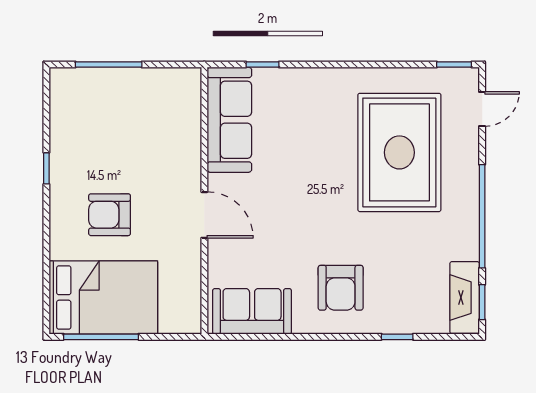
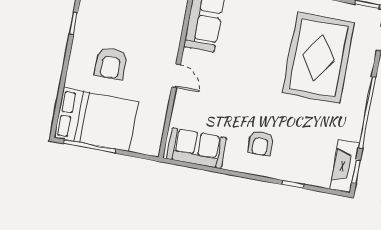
armchair: (110, 215) -> (111, 63), turned -90
door: (204, 215) -> (176, 76), width x0.73
armchair: (341, 288) -> (261, 143), width x0.72, depth x0.72

